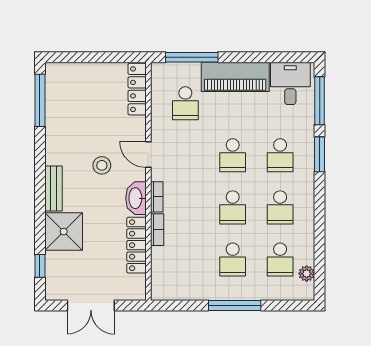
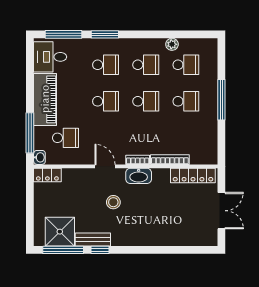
washbasin: (160, 70) -> (39, 157), added
locker: (137, 89) -> (47, 175), width x0.66
door: (148, 154) -> (105, 166), swing flipped
bench: (54, 189) -> (93, 239), moved
bookcase: (157, 230) -> (170, 160), width x1.56
shower: (64, 232) -> (60, 232), moved
locker: (136, 245) -> (193, 175), moved
window: (40, 266) -> (100, 250), moved
plant: (307, 274) -> (172, 44), moved

